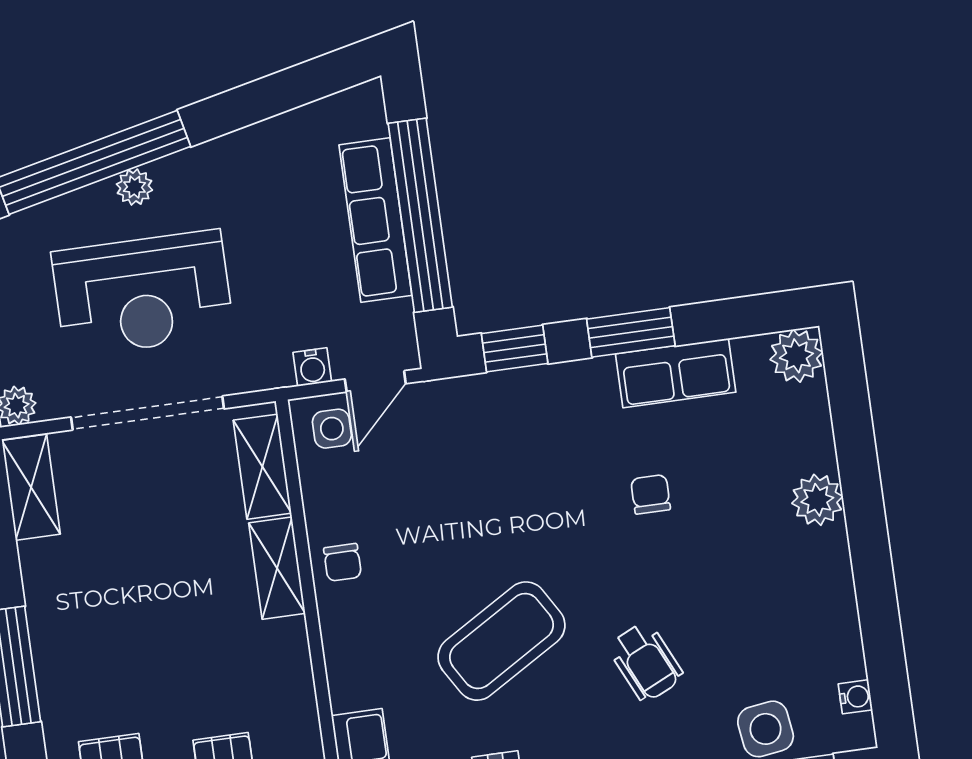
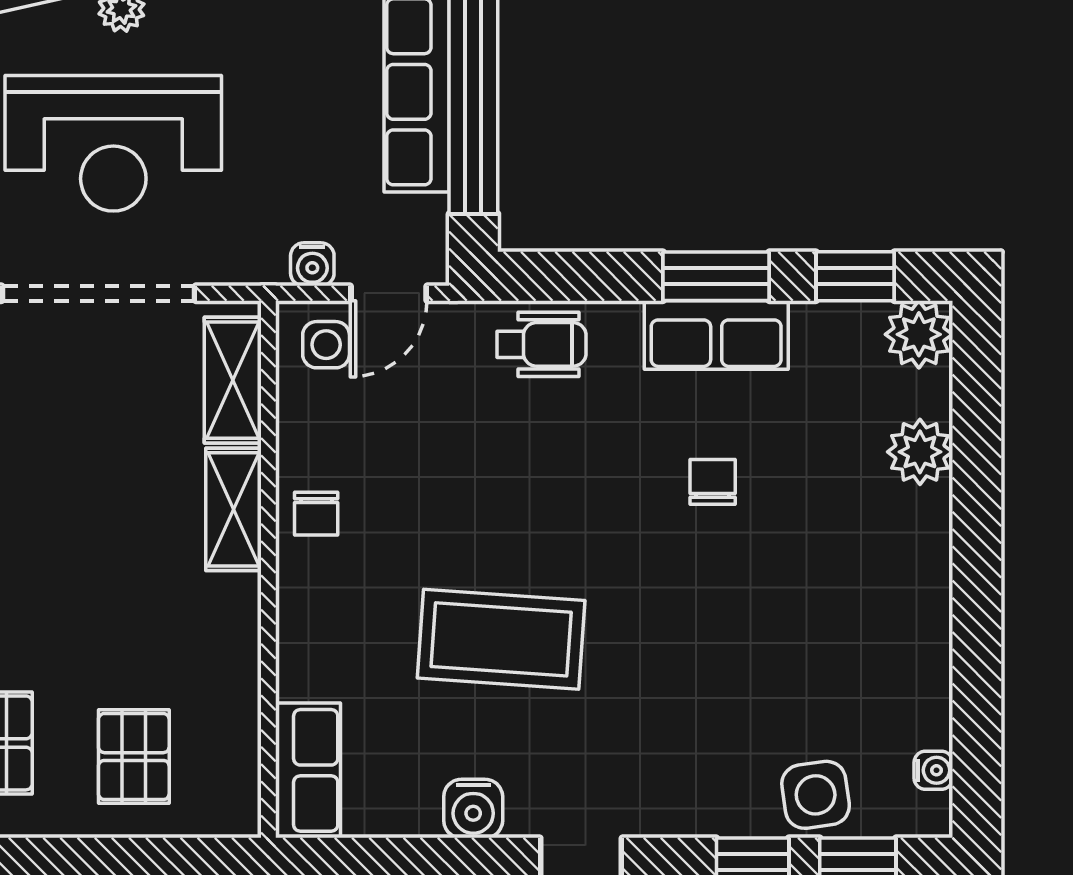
window: (515, 348) -> (855, 276), moved
row of seats: (676, 373) -> (716, 335), moved
plant: (817, 500) -> (920, 452), moved
coffee table: (501, 641) -> (501, 639), turned 35
wheelchair: (646, 662) -> (541, 344), moved, turned -65

